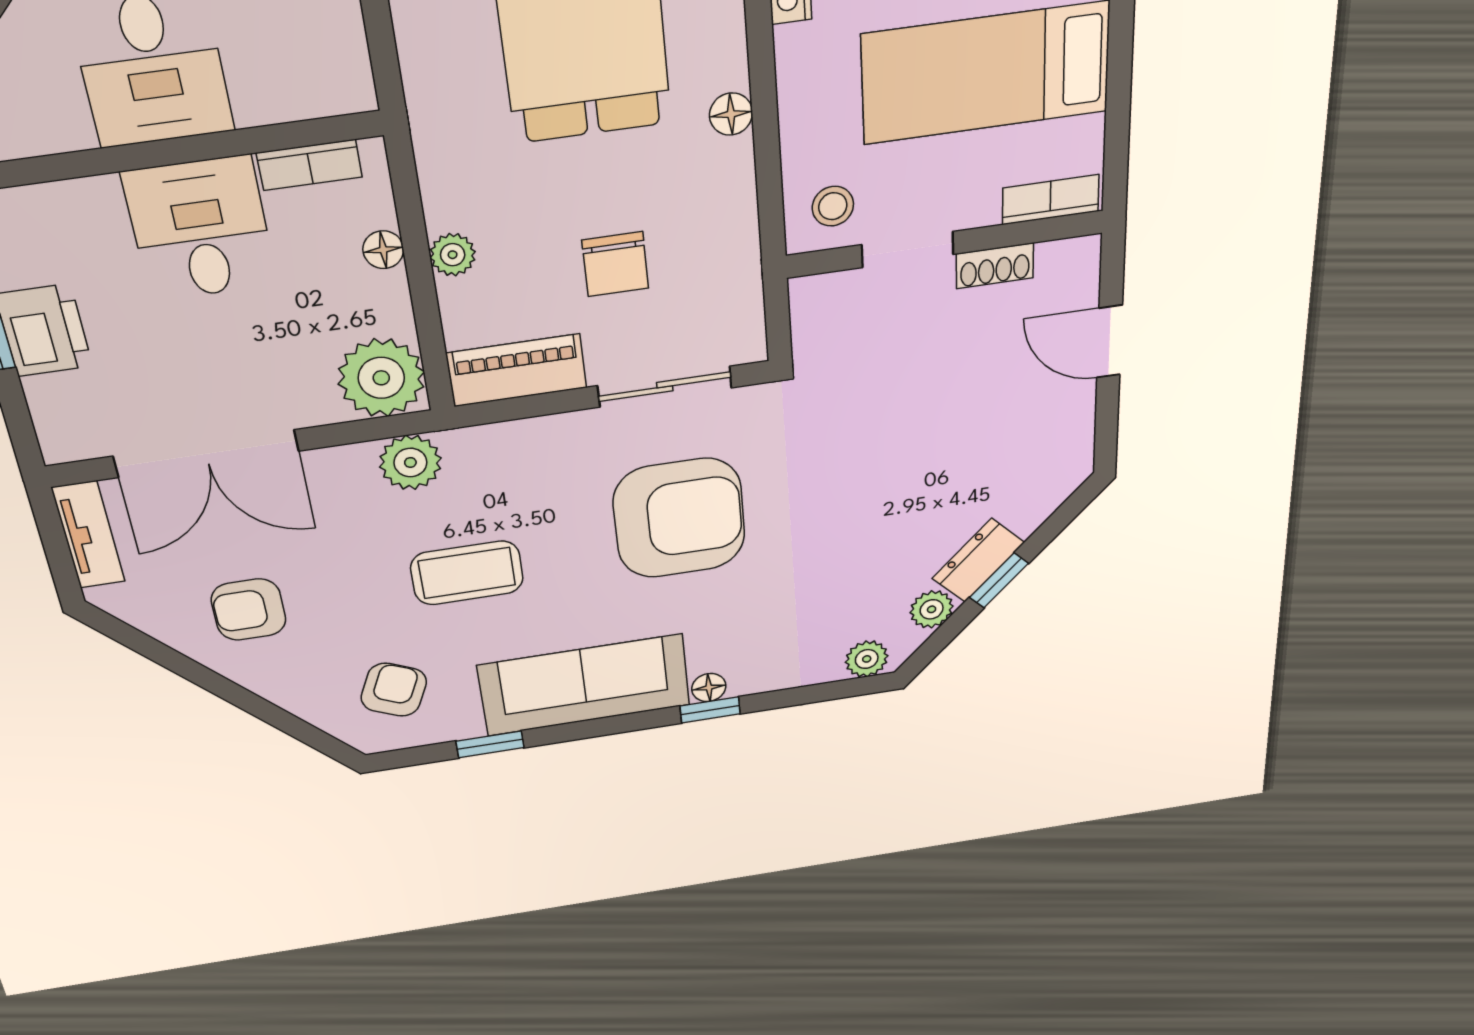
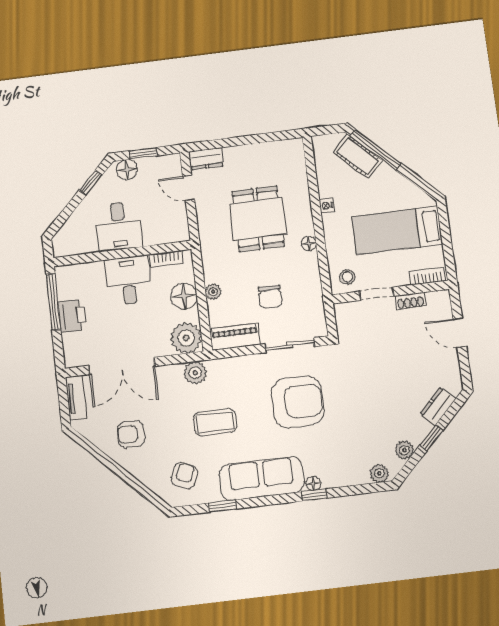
floor lamp: (383, 250) -> (184, 296), width x1.89, depth x1.89
dresser: (978, 560) -> (438, 406), moved

